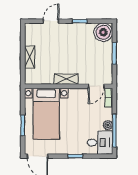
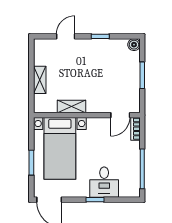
boiler: (103, 32) -> (134, 45), width x0.54, depth x0.54
shelving: (66, 79) -> (71, 107), moved
plant: (108, 125) -> (134, 162), removed
desk: (100, 143) -> (104, 182), moved, turned 90

